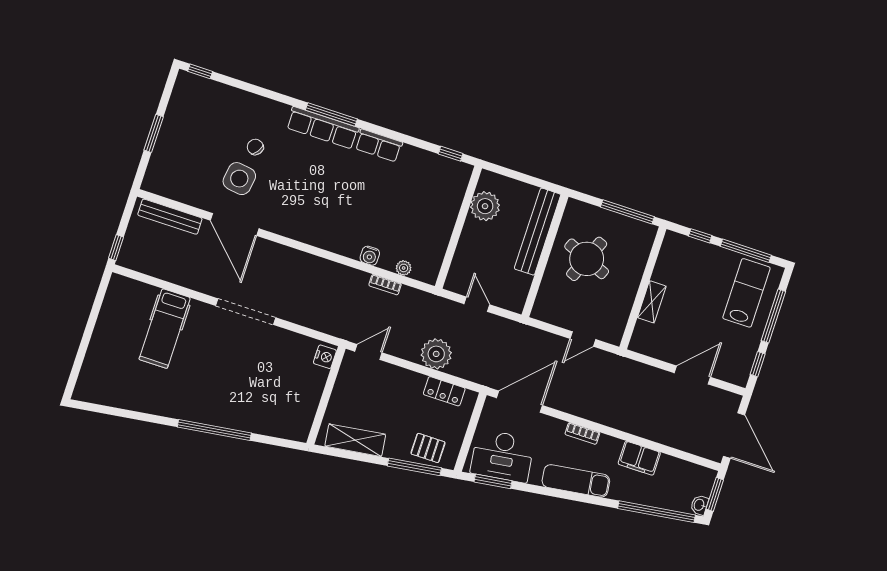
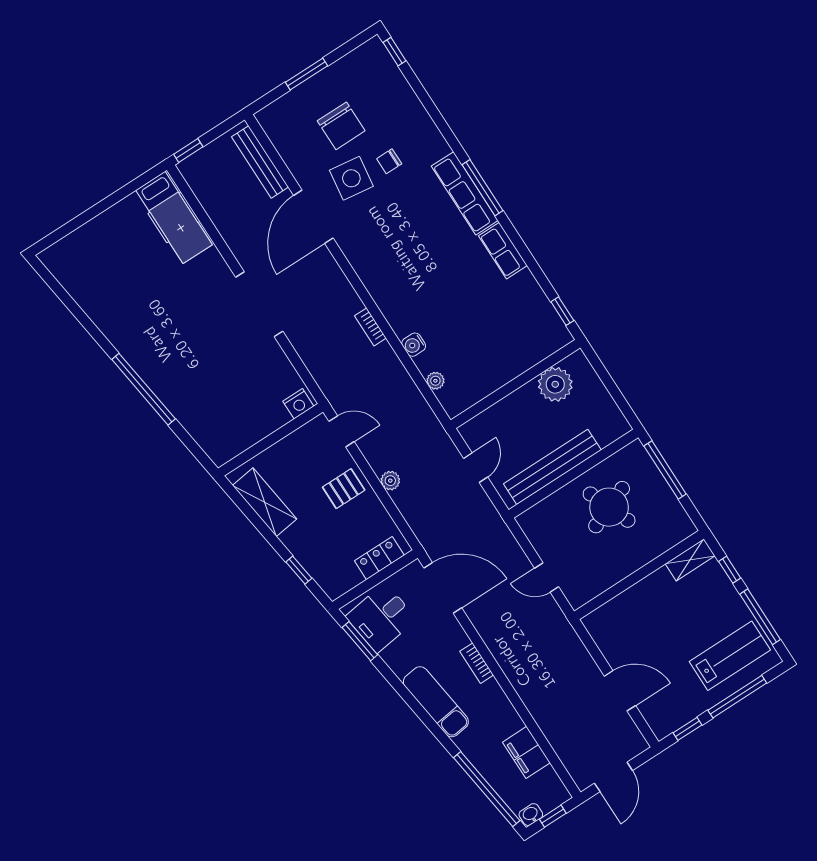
chair: (255, 147) -> (389, 161), turned -124
chair: (204, 149) -> (341, 126), added
window: (627, 212) -> (665, 470), moved
bench: (538, 232) -> (552, 467), moved
round table: (587, 259) -> (609, 507), turned 45
bookcase: (385, 285) -> (370, 327), moved
shelving: (652, 302) -> (690, 560), moved
hospital bed: (165, 329) -> (174, 217), moved, turned -90
plant: (436, 354) -> (390, 481), width x0.53, depth x0.53
locker: (444, 391) -> (379, 558), moved, turned 90
door: (734, 436) -> (613, 777), width x0.73
pallet: (428, 448) -> (344, 489), moved, turned 90
desk: (502, 456) -> (381, 618), width x0.73
filing cabinet: (639, 458) -> (526, 752), moved
window: (414, 467) -> (299, 570), width x0.46
window: (715, 494) -> (553, 816), width x0.67

